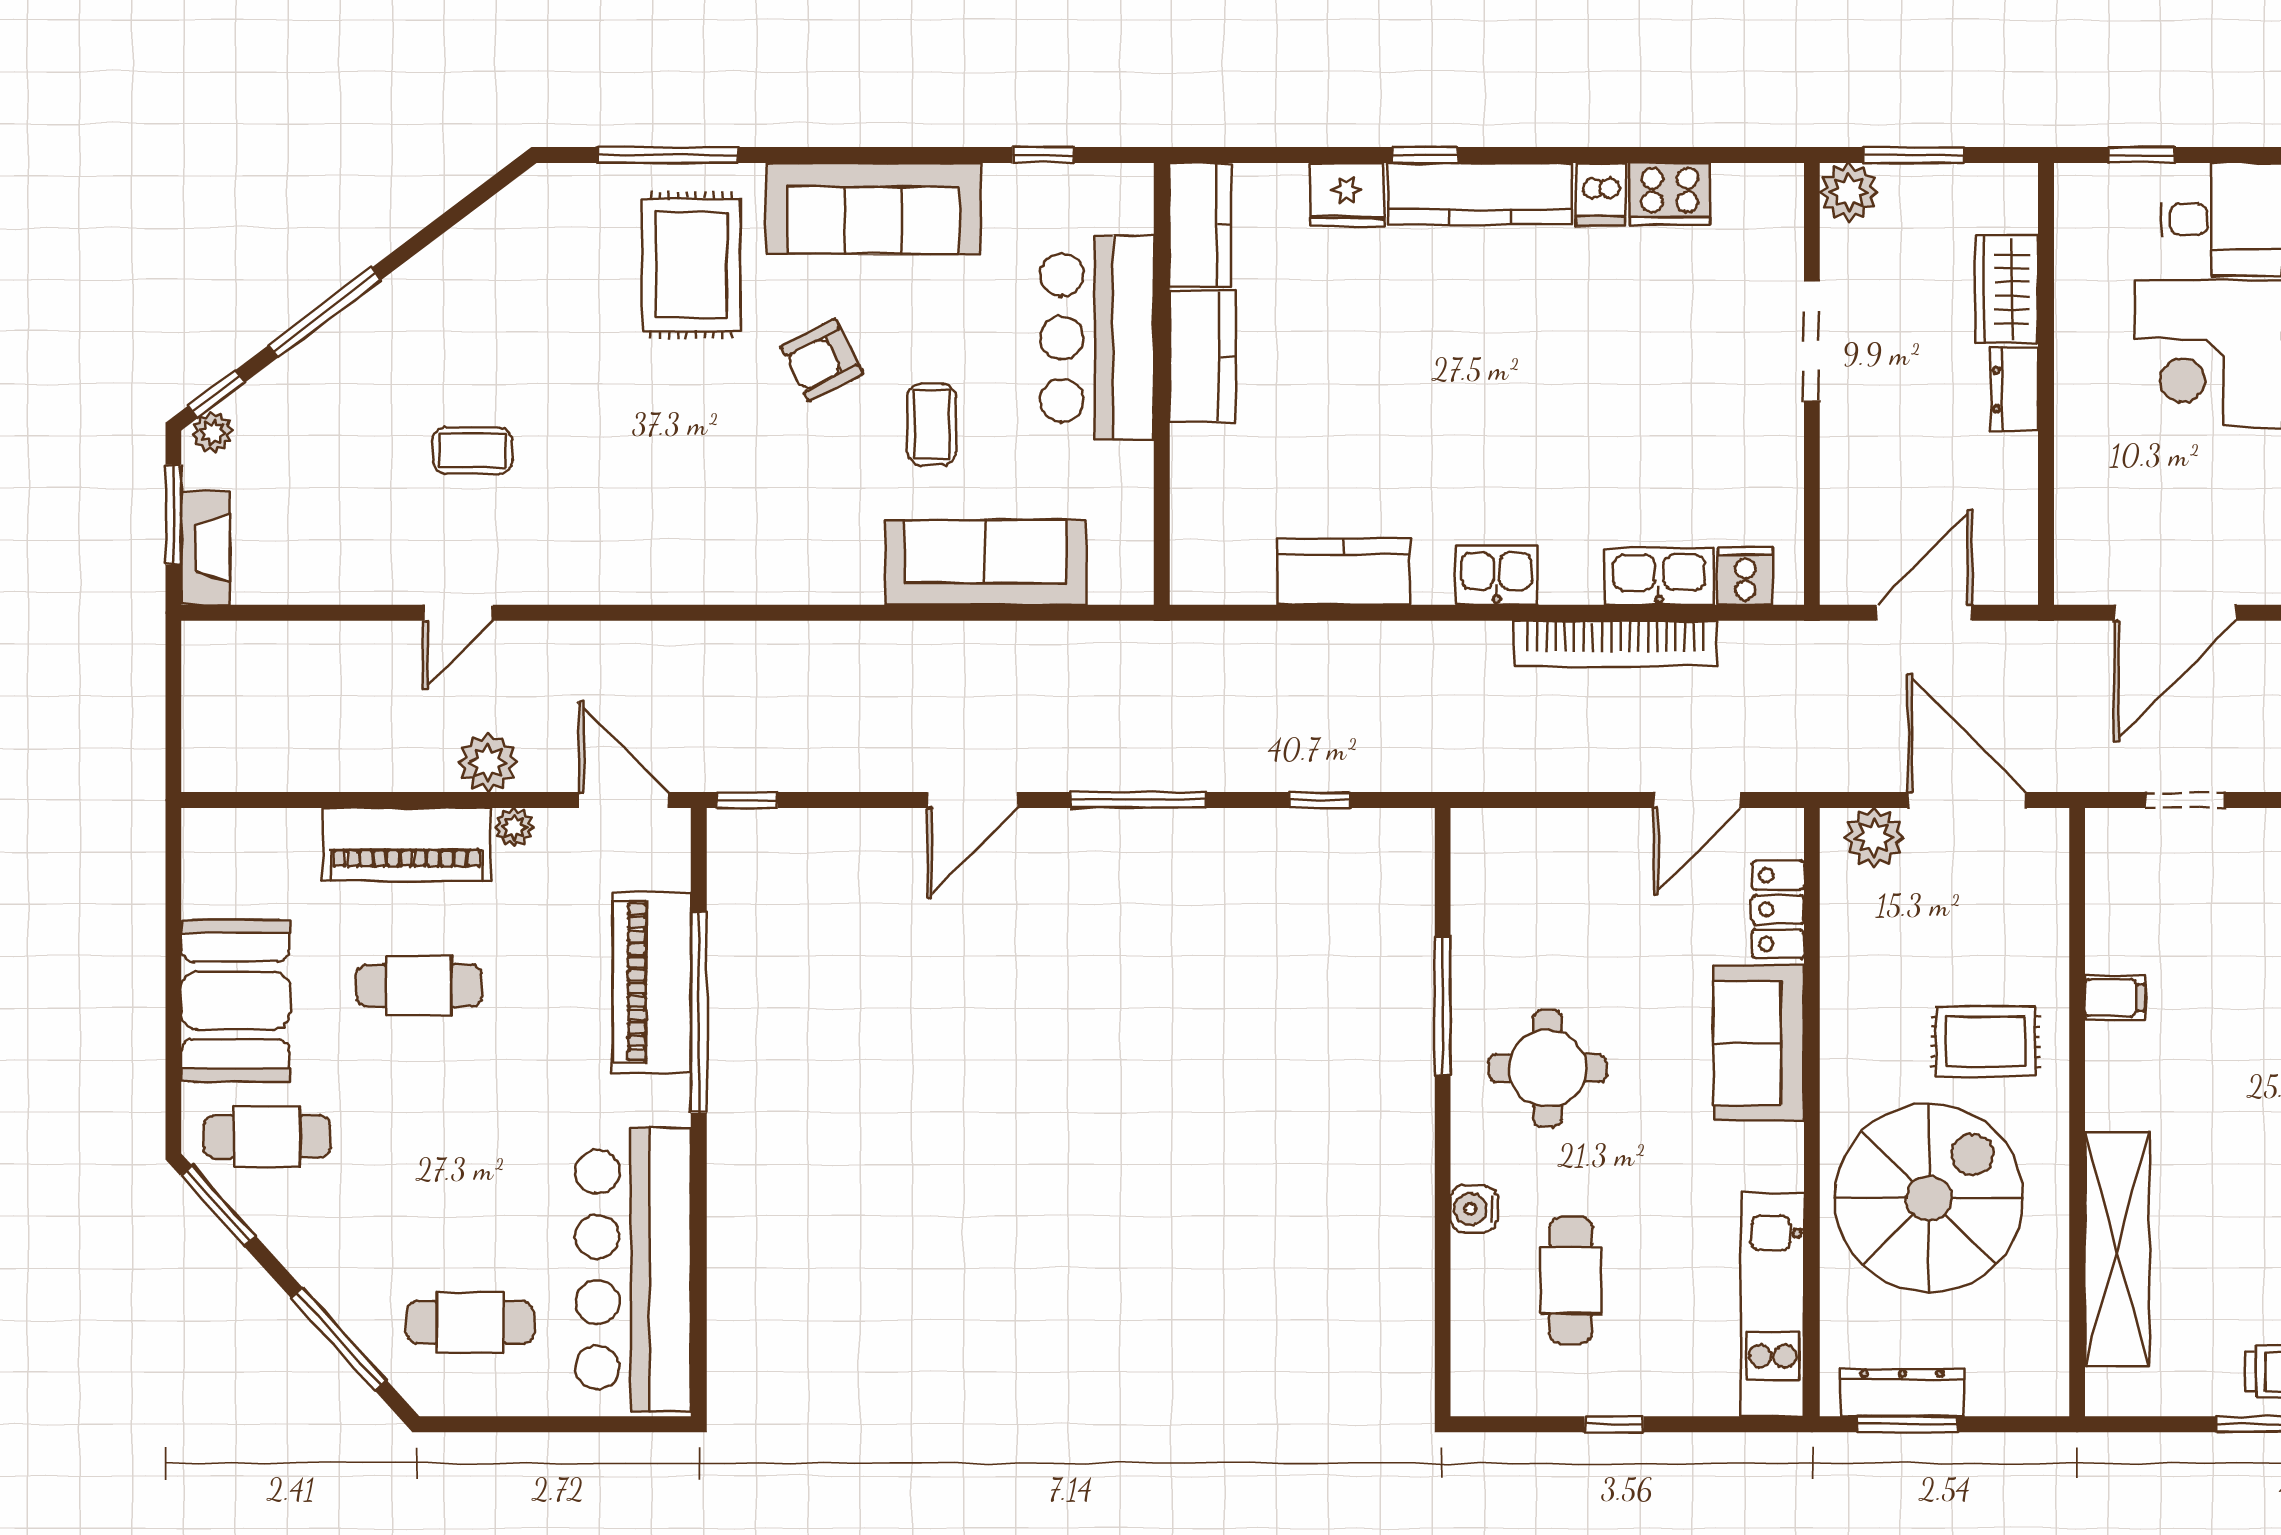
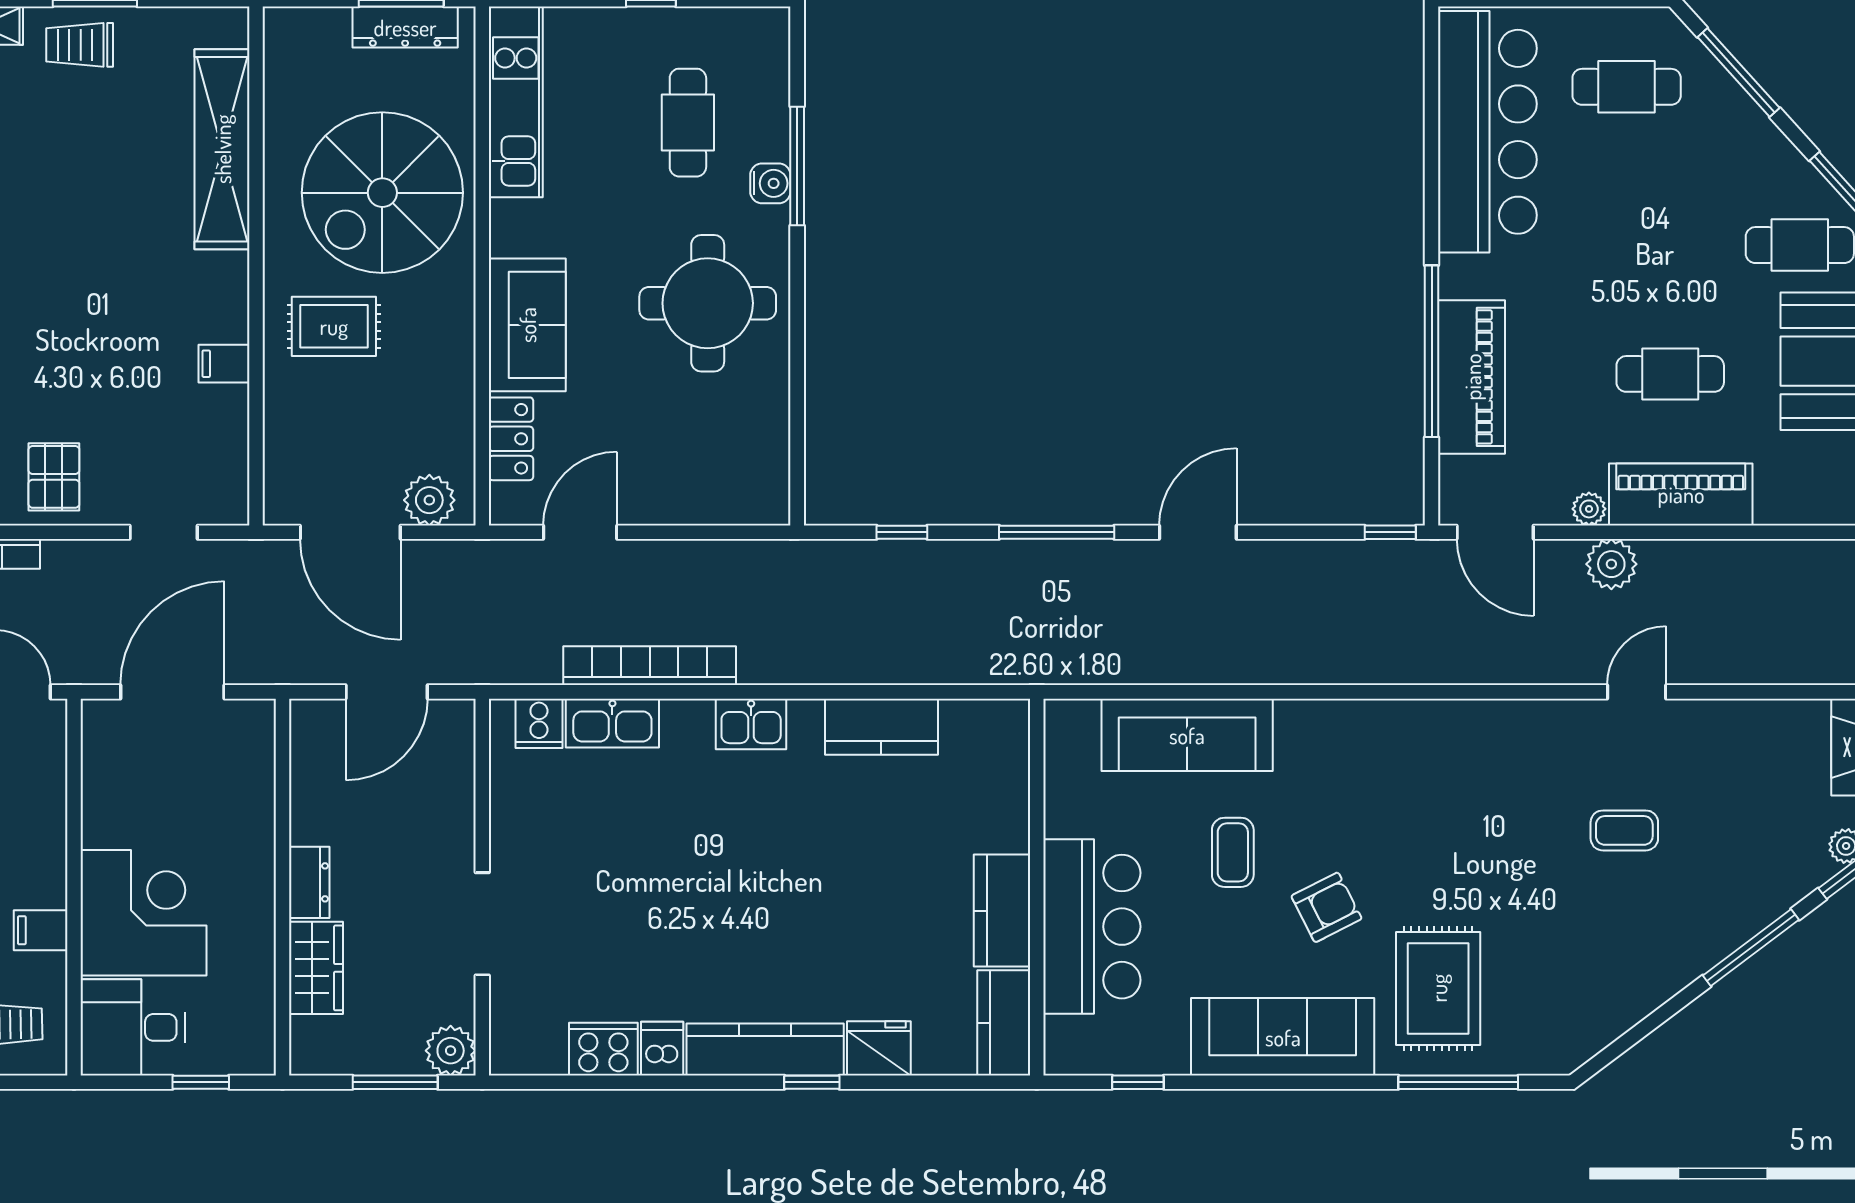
window: (1443, 1006) -> (797, 166), moved
round table: (1547, 1068) -> (708, 303), width x1.36, depth x1.36

